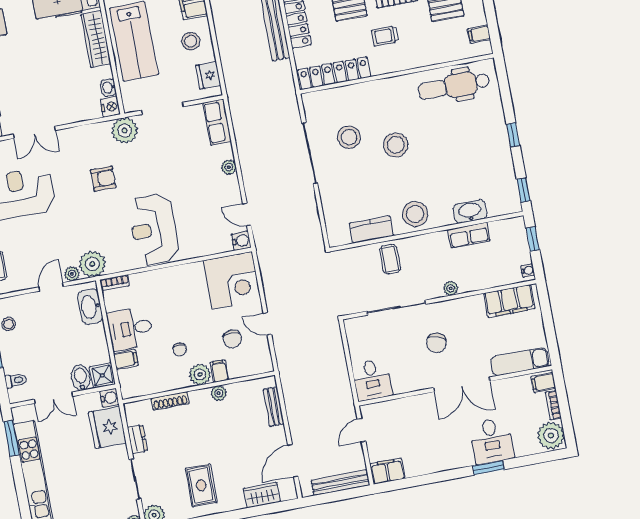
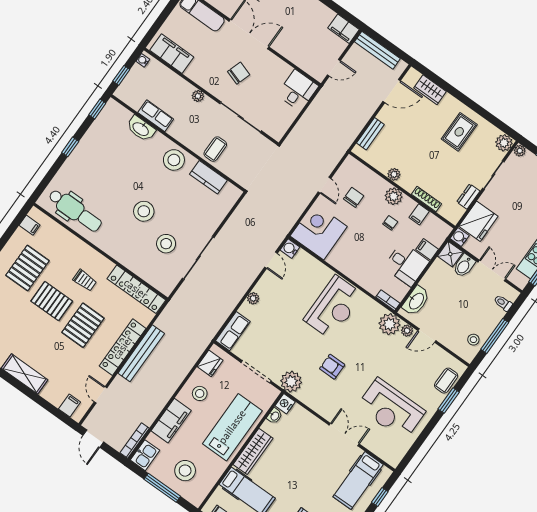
filing cabinet: (219, 371) -> (419, 214), moved

